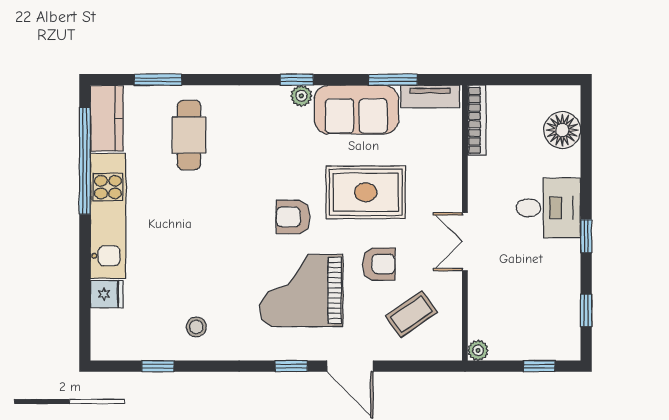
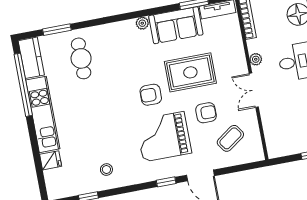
window: (297, 80) -> (138, 14), removed
plant: (478, 350) -> (256, 59), moved

